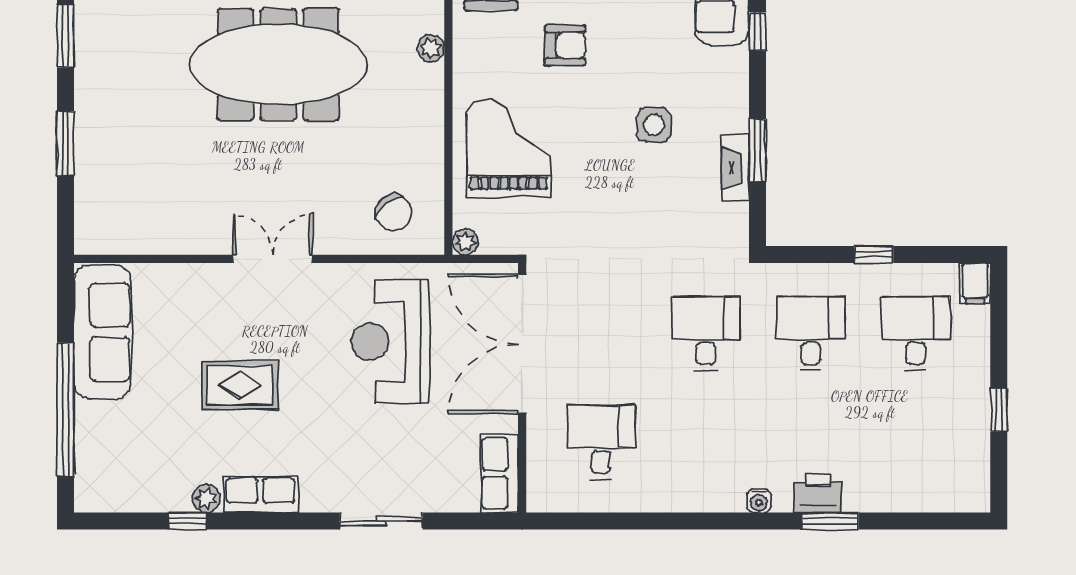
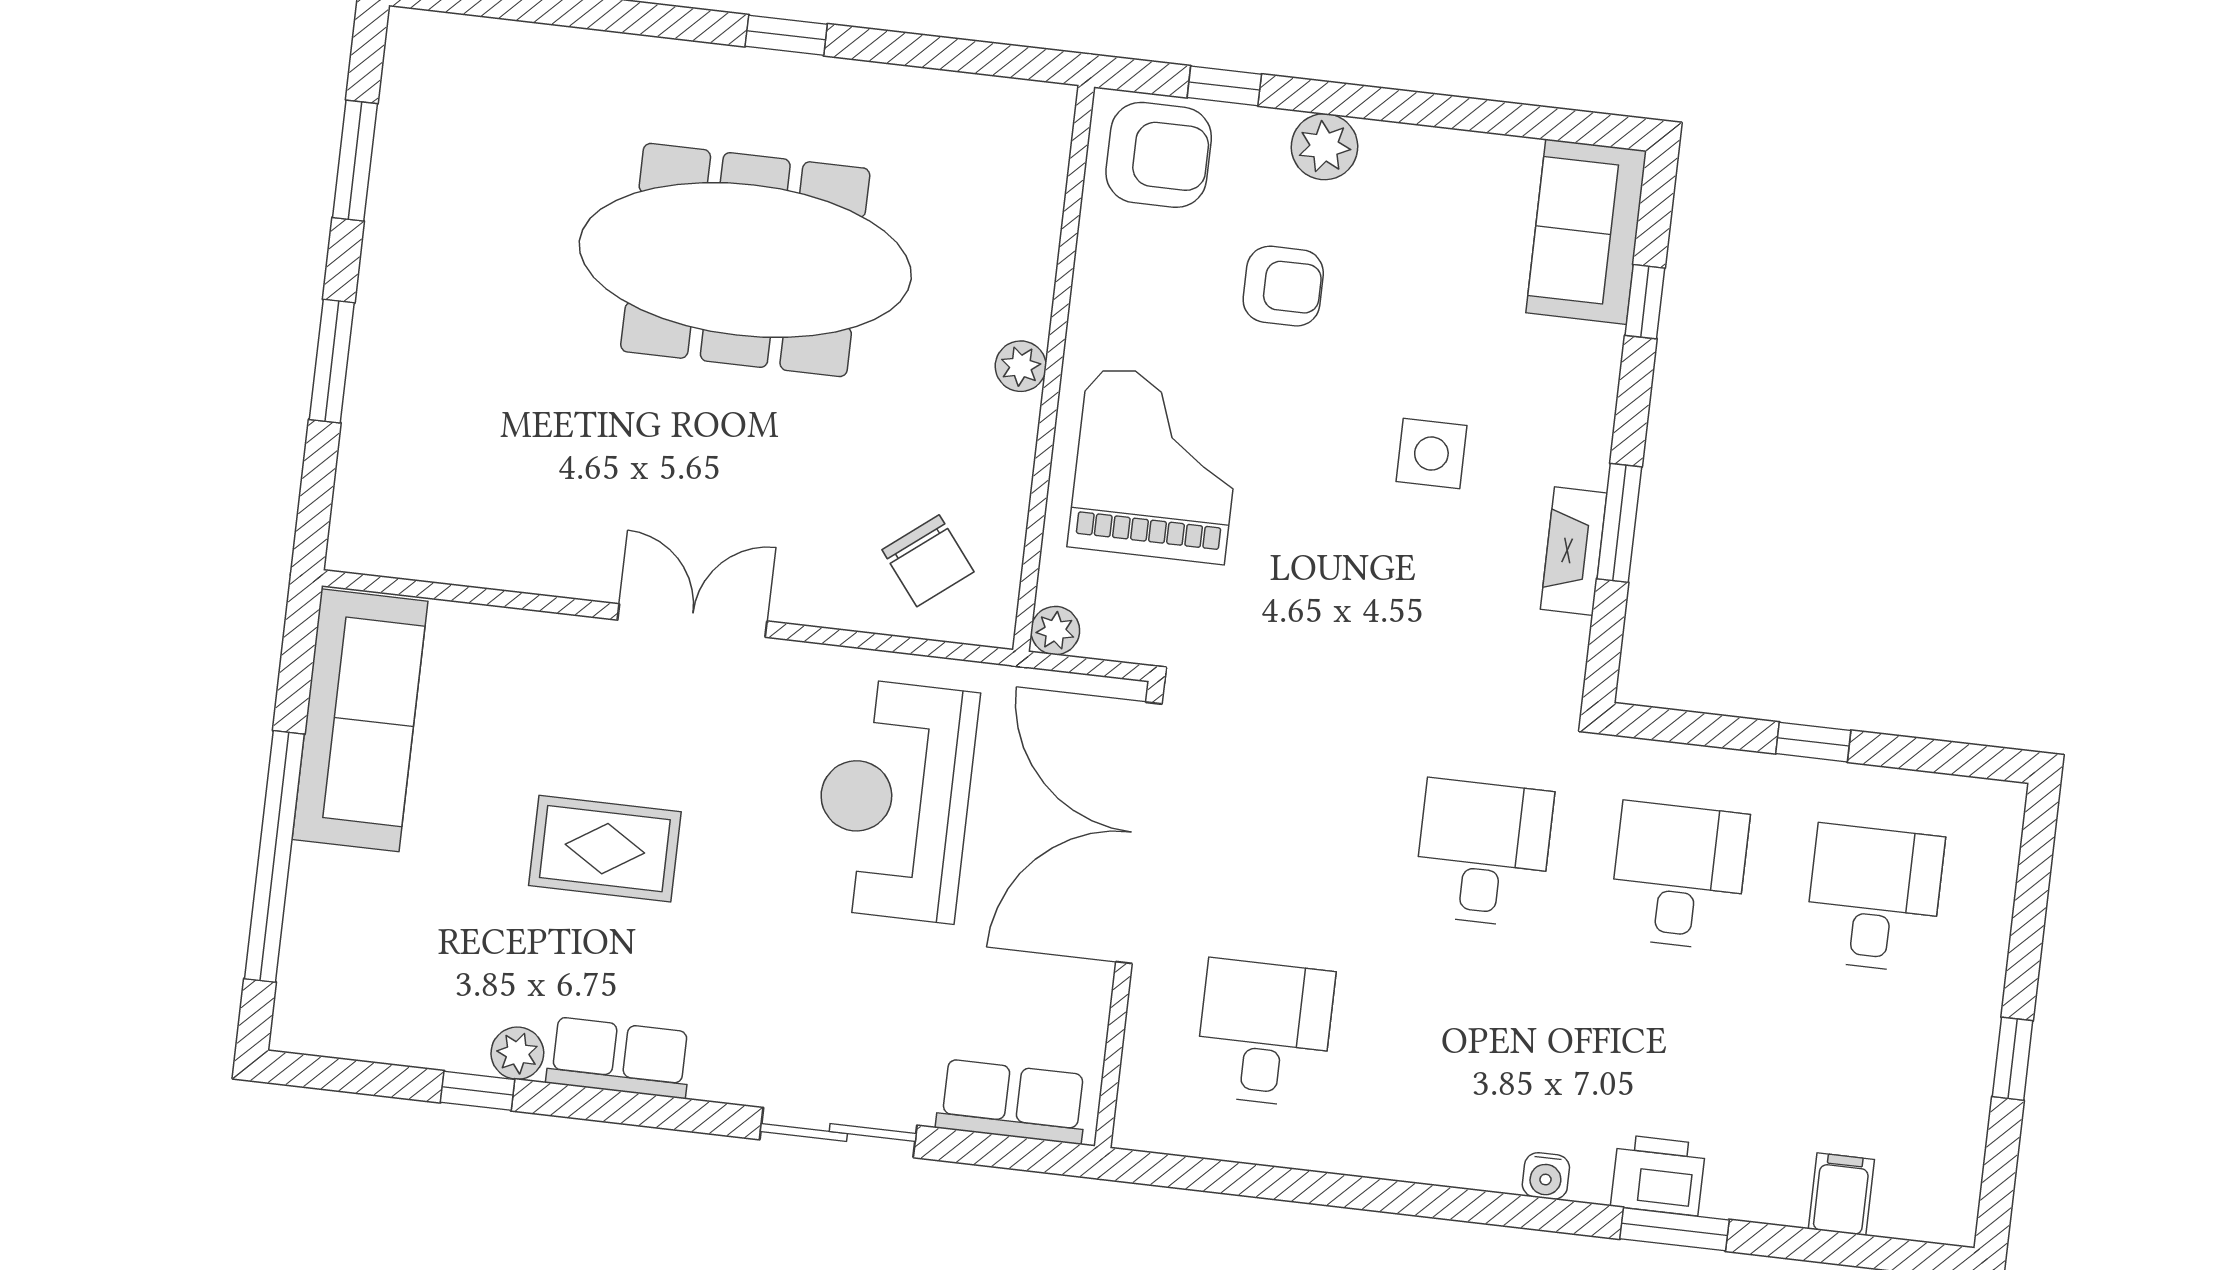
plant: (431, 48) -> (1021, 366), moved
filing cabinet: (975, 283) -> (1841, 1194), moved, turned 180
row of seats: (499, 474) -> (1012, 1102), moved, turned 90

